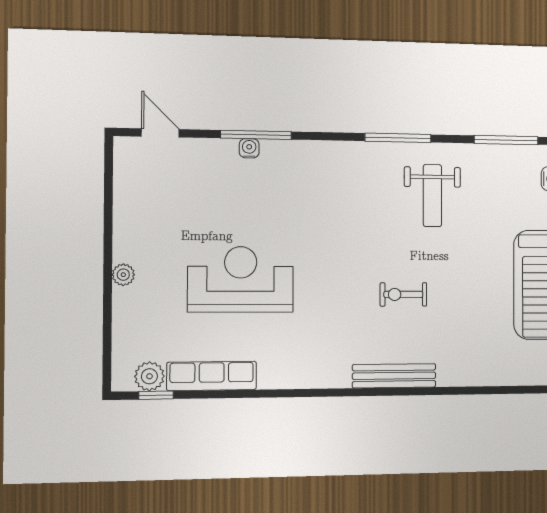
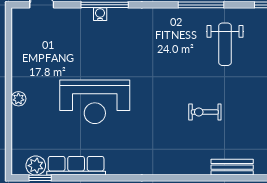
reception desk: (241, 279) -> (95, 102), turned 180
bench: (394, 376) -> (232, 167), moved, width x0.73

